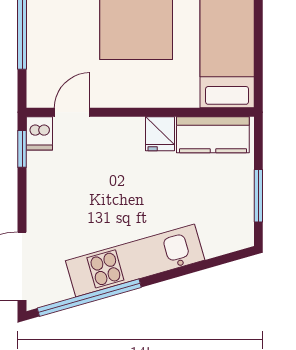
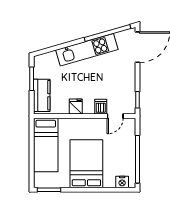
dishwasher: (39, 133) -> (101, 107), moved
kitchen counter: (213, 135) -> (42, 95), moved, turned 90

